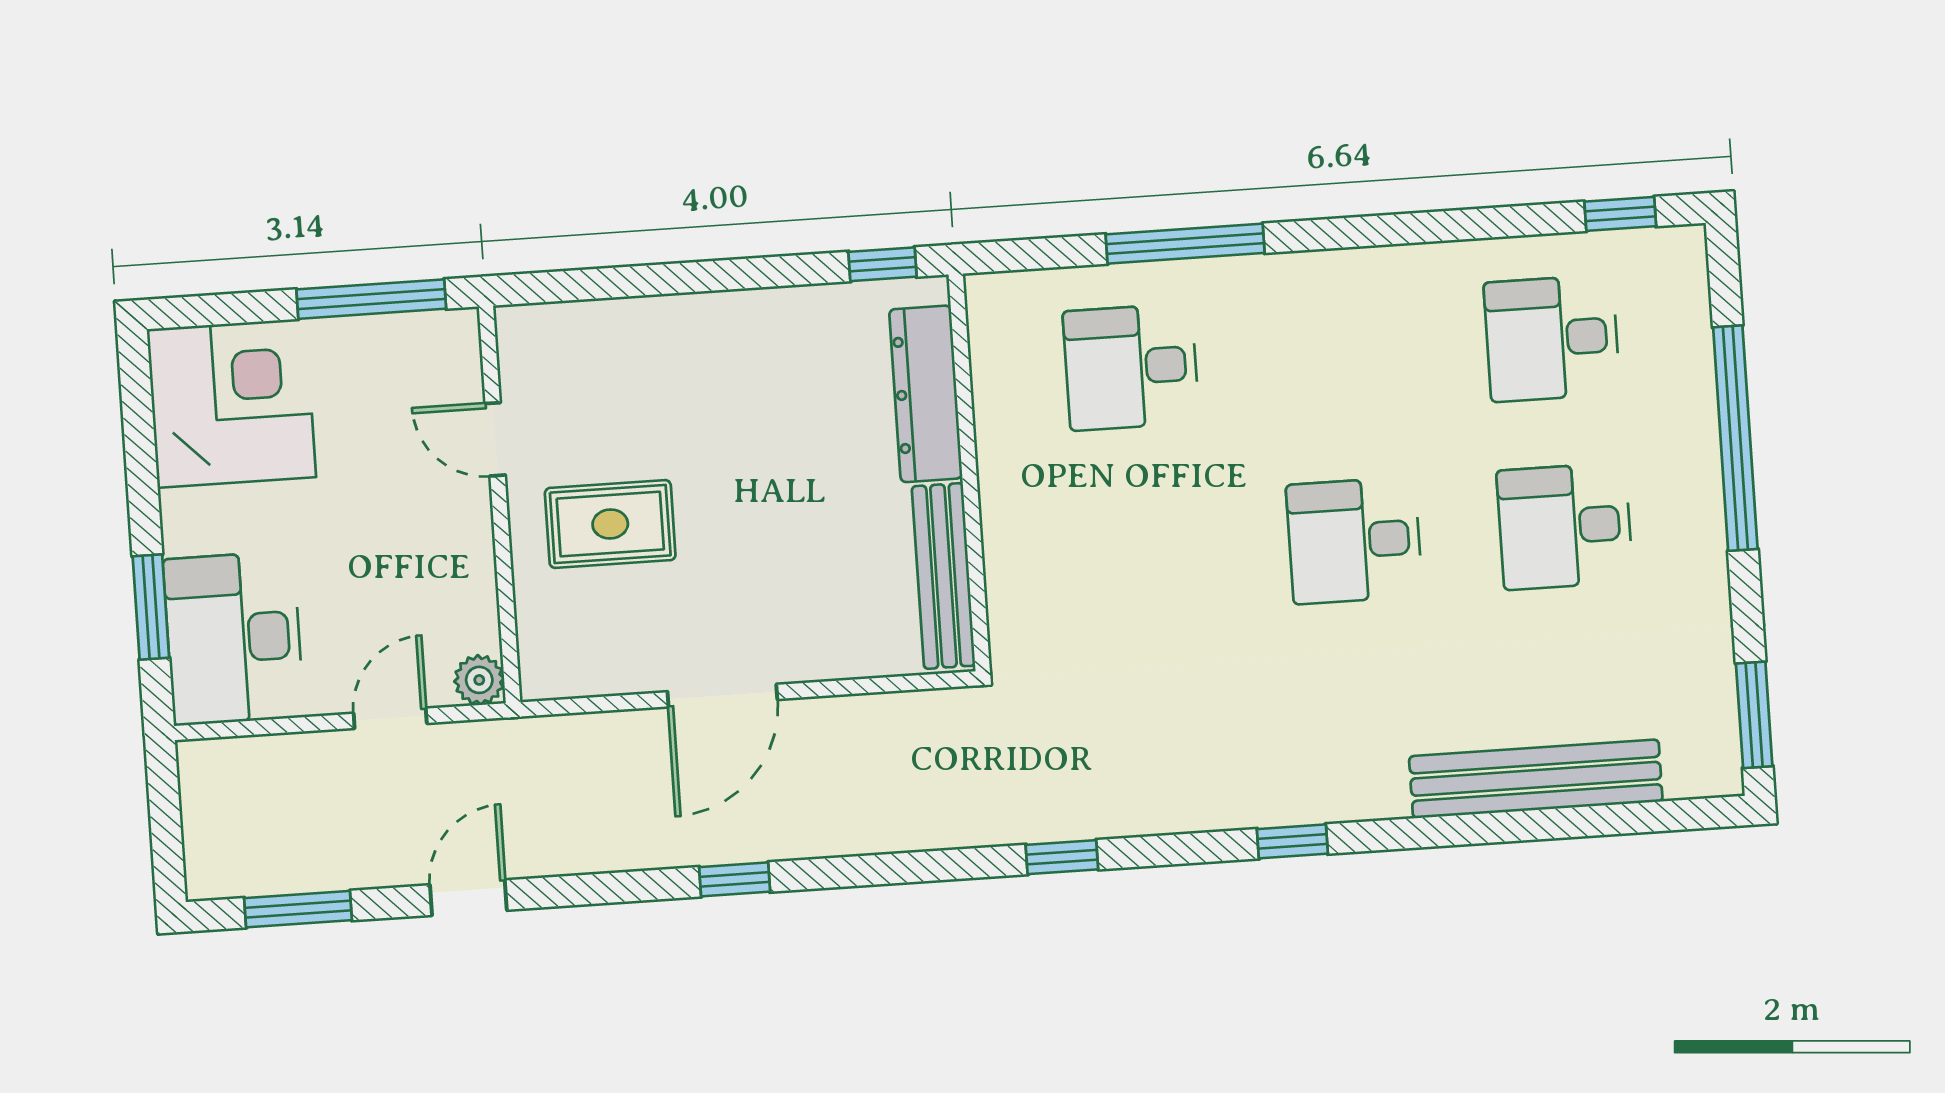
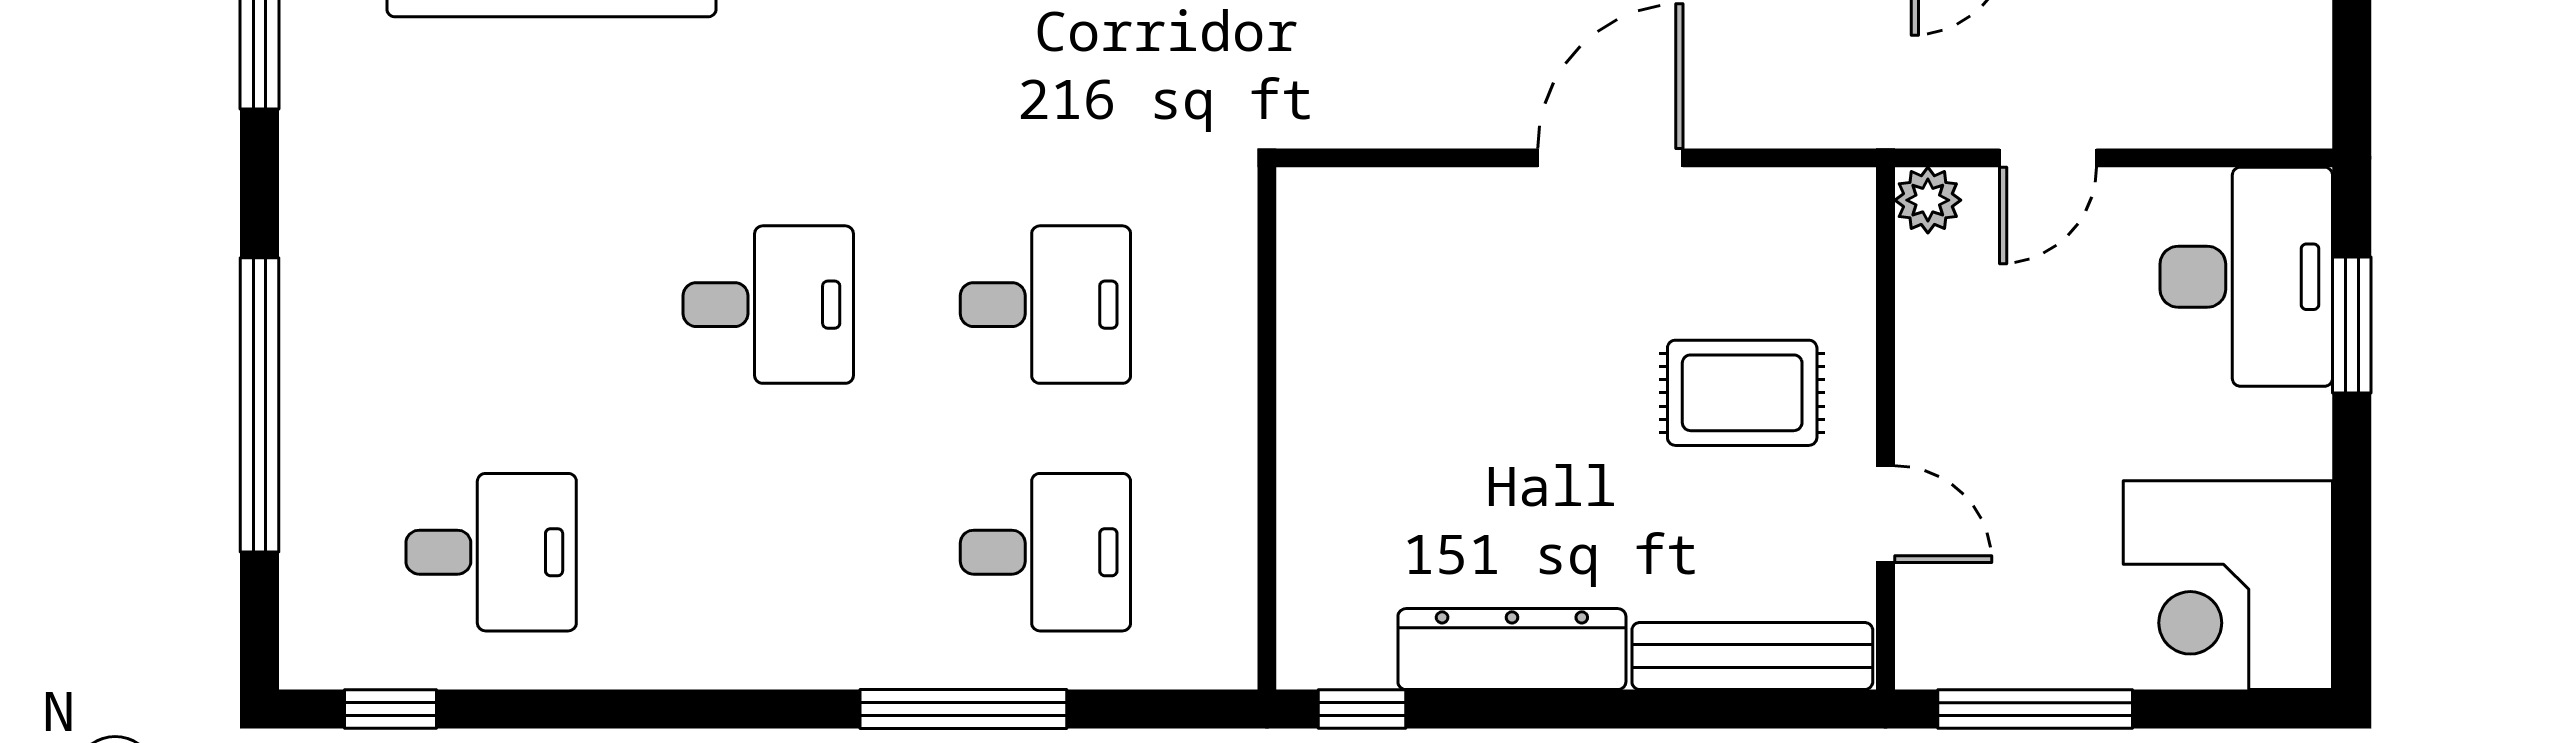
dresser: (926, 394) -> (1512, 649), moved, turned -90
desk: (1565, 526) -> (1045, 305), moved
bench: (943, 576) -> (1752, 656), moved, turned 90

